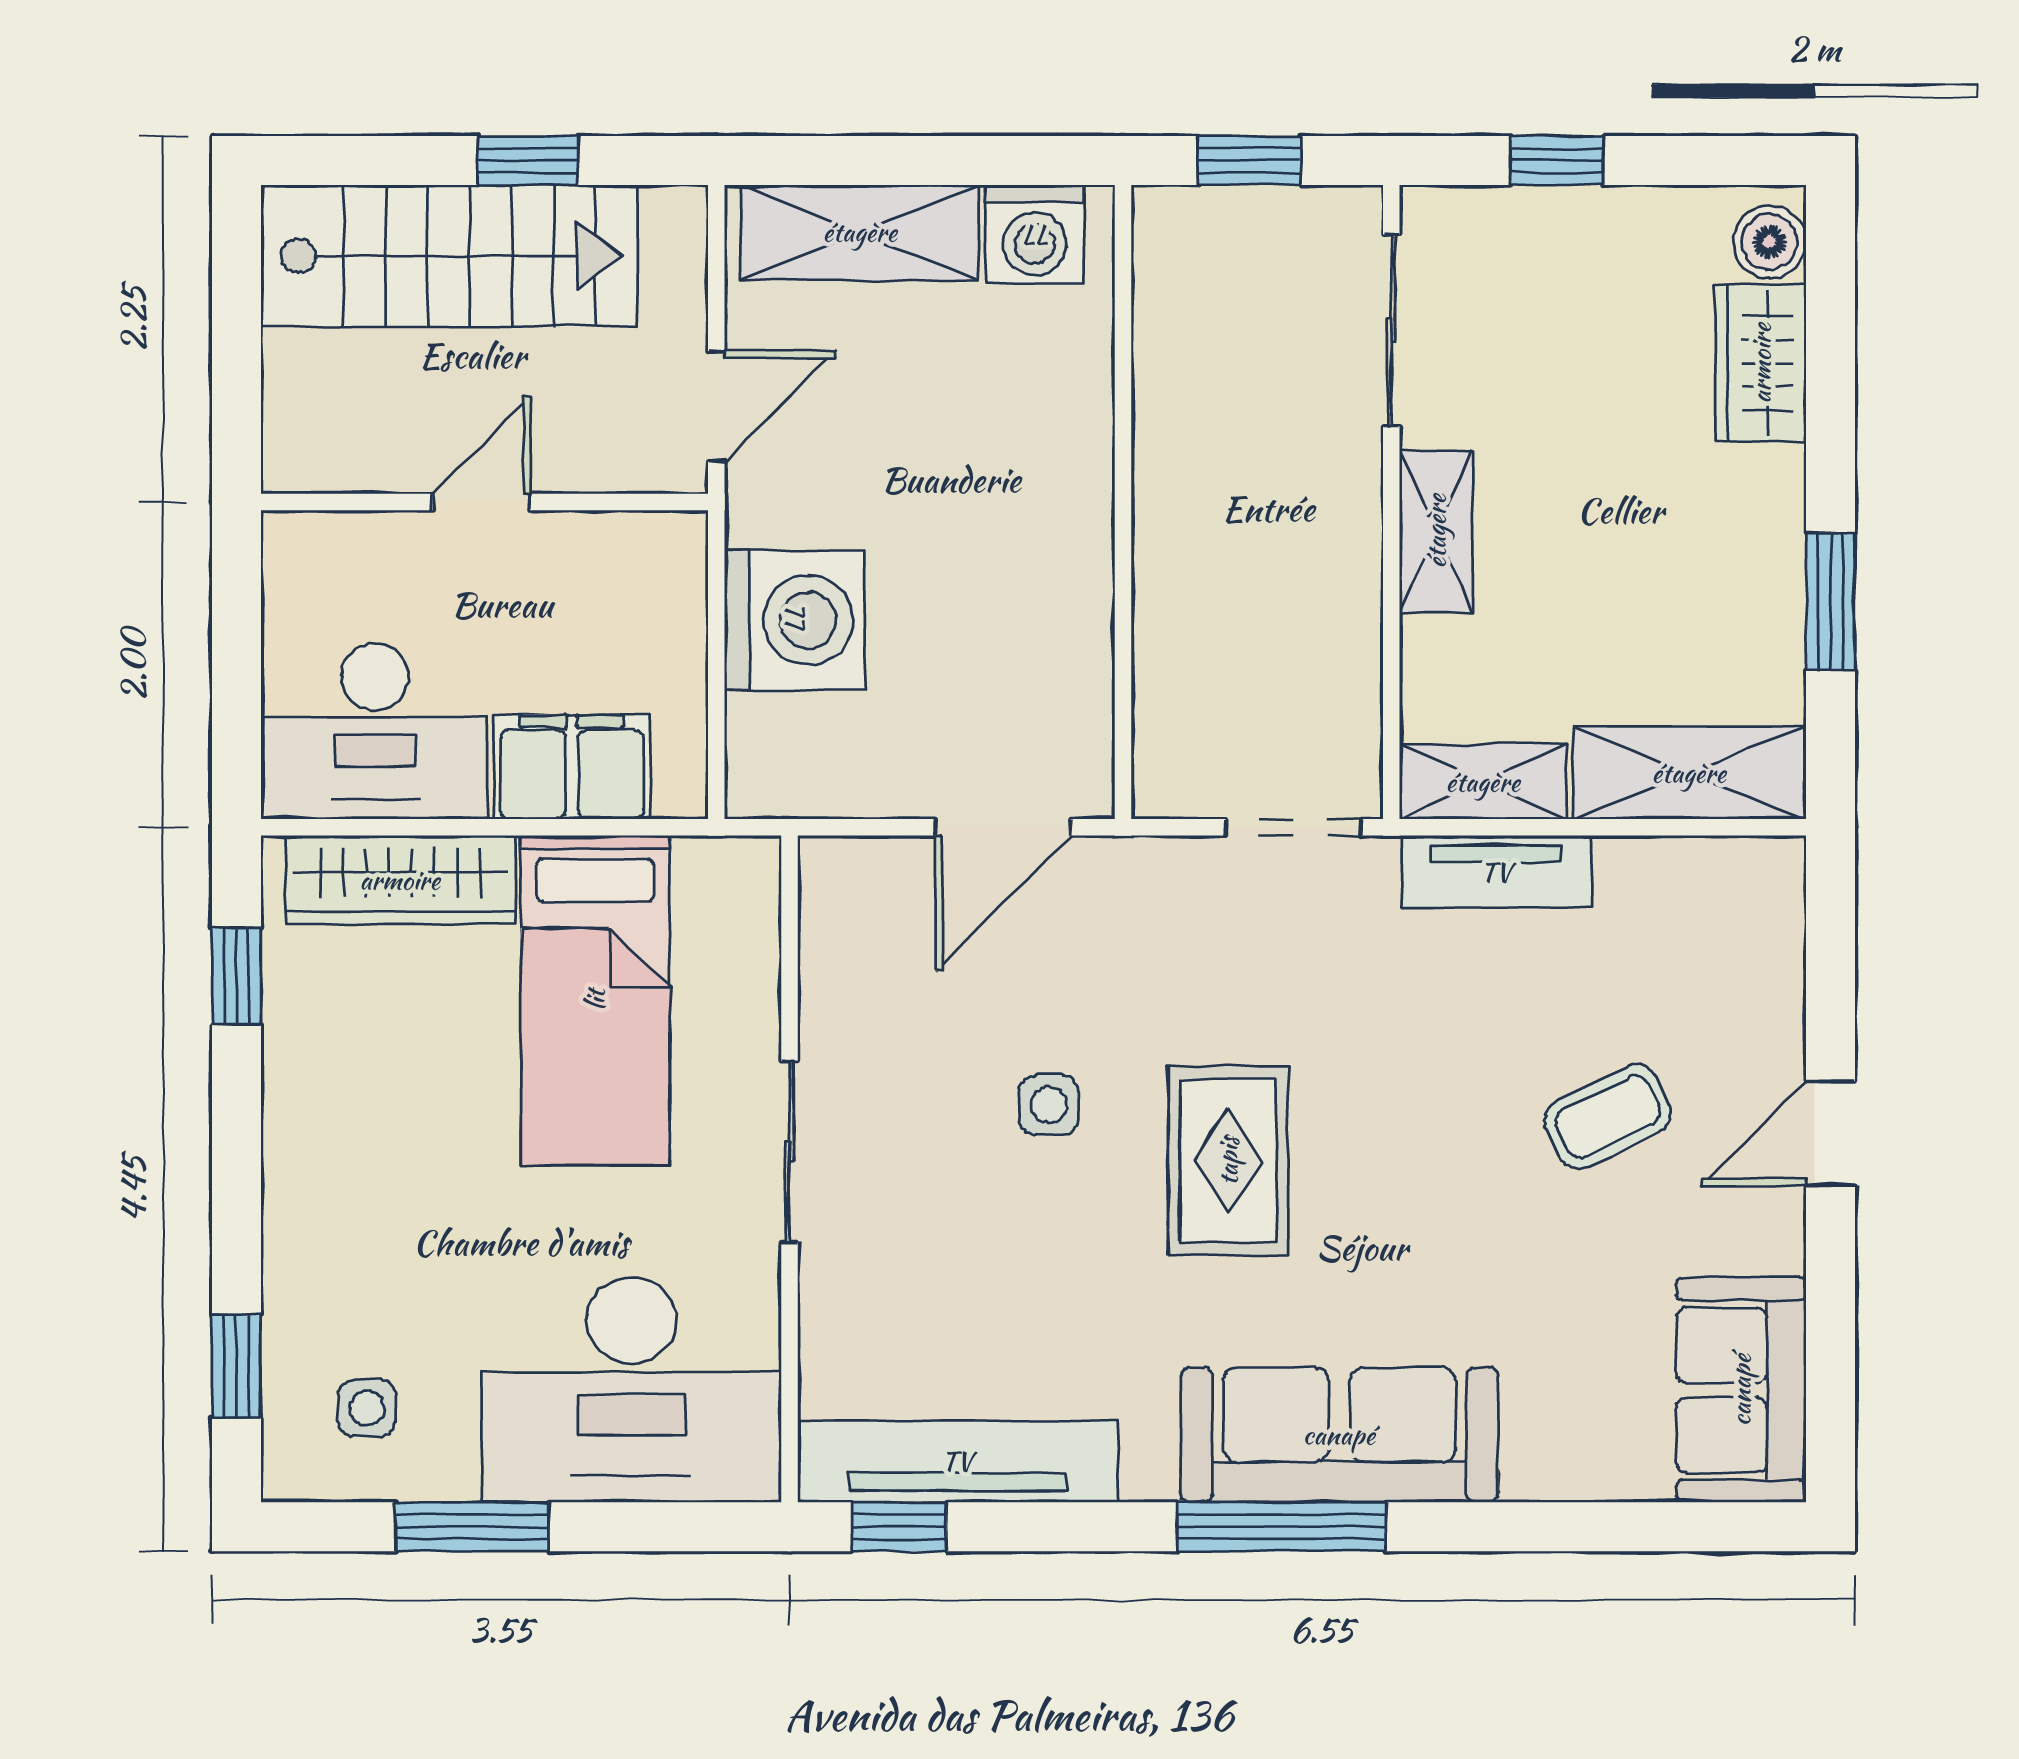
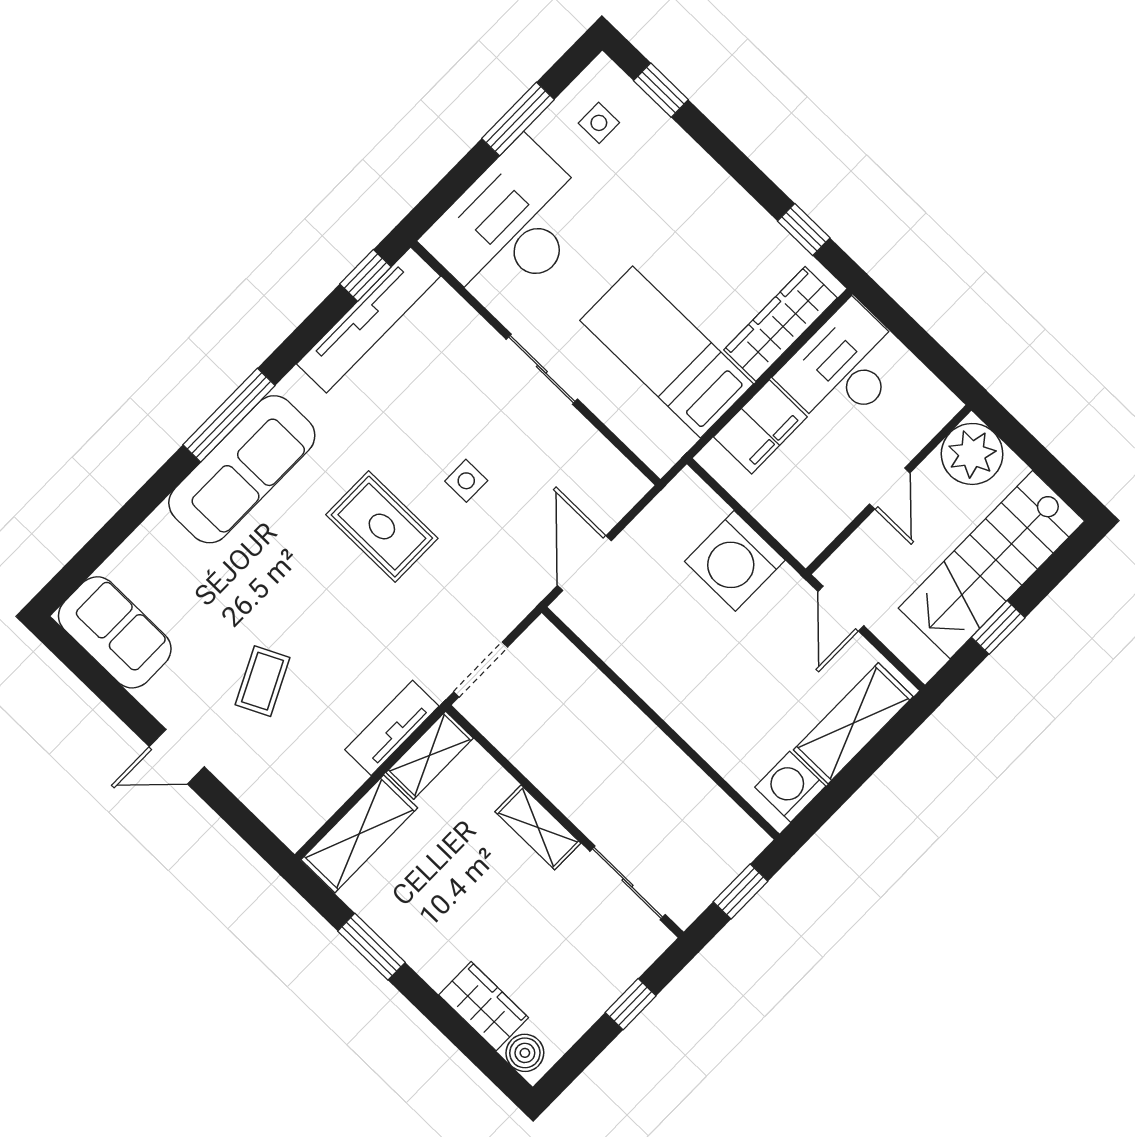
plant: (321, 434) -> (972, 454), added
door: (1830, 1133) -> (177, 757), swing flipped

